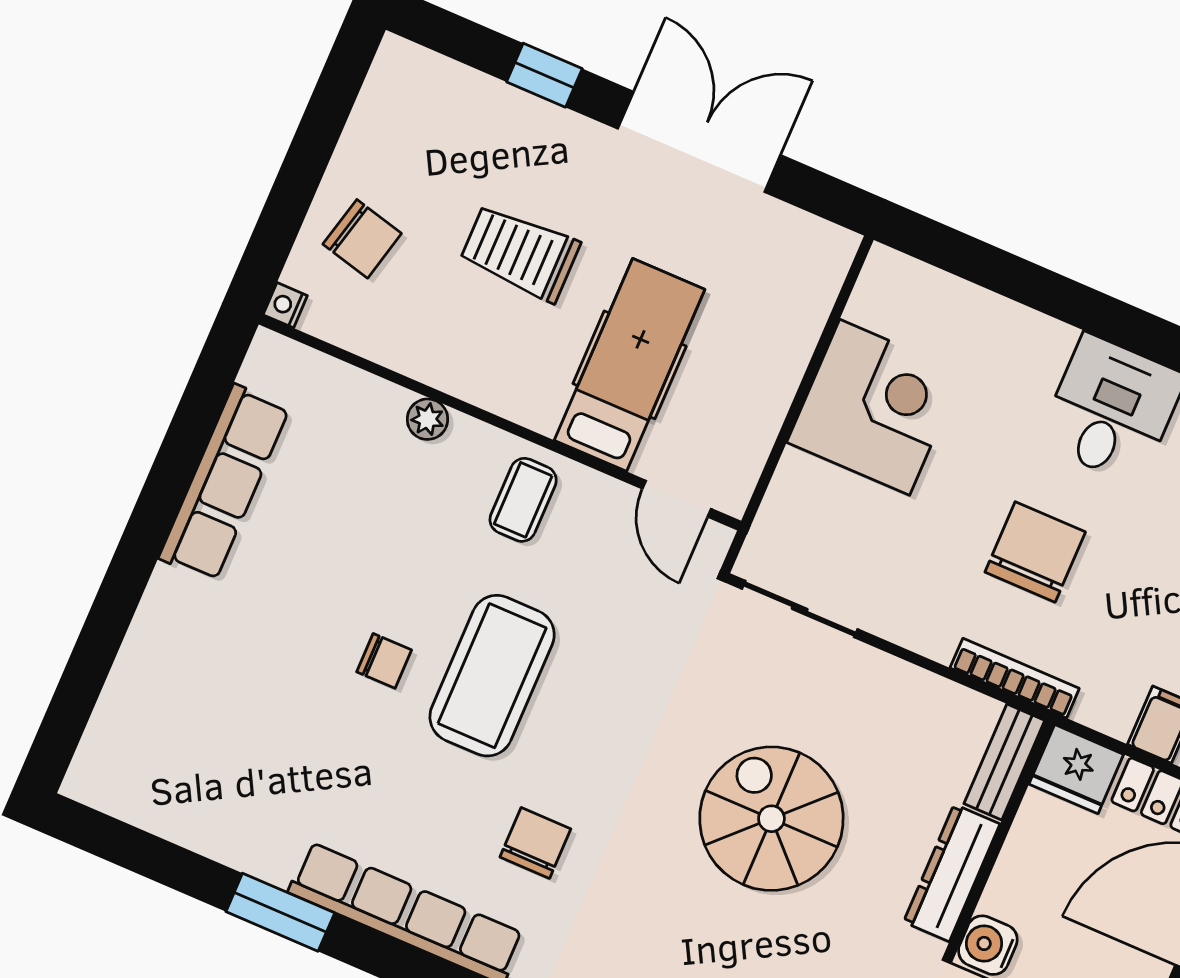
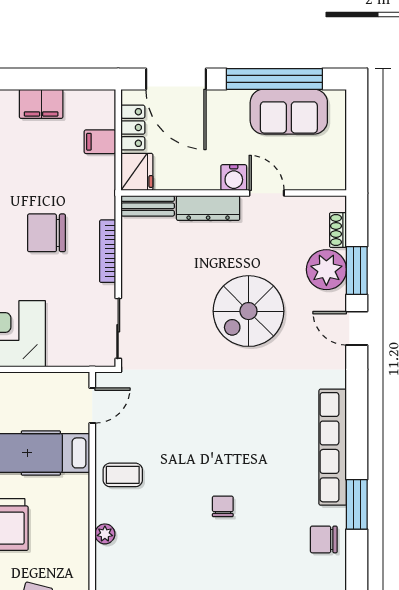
coffee table: (492, 676) -> (208, 455), removed
bookcase: (1015, 678) -> (108, 251), moved
spiral stairs: (771, 819) -> (248, 311), moved
chair: (535, 843) -> (324, 539), moved

